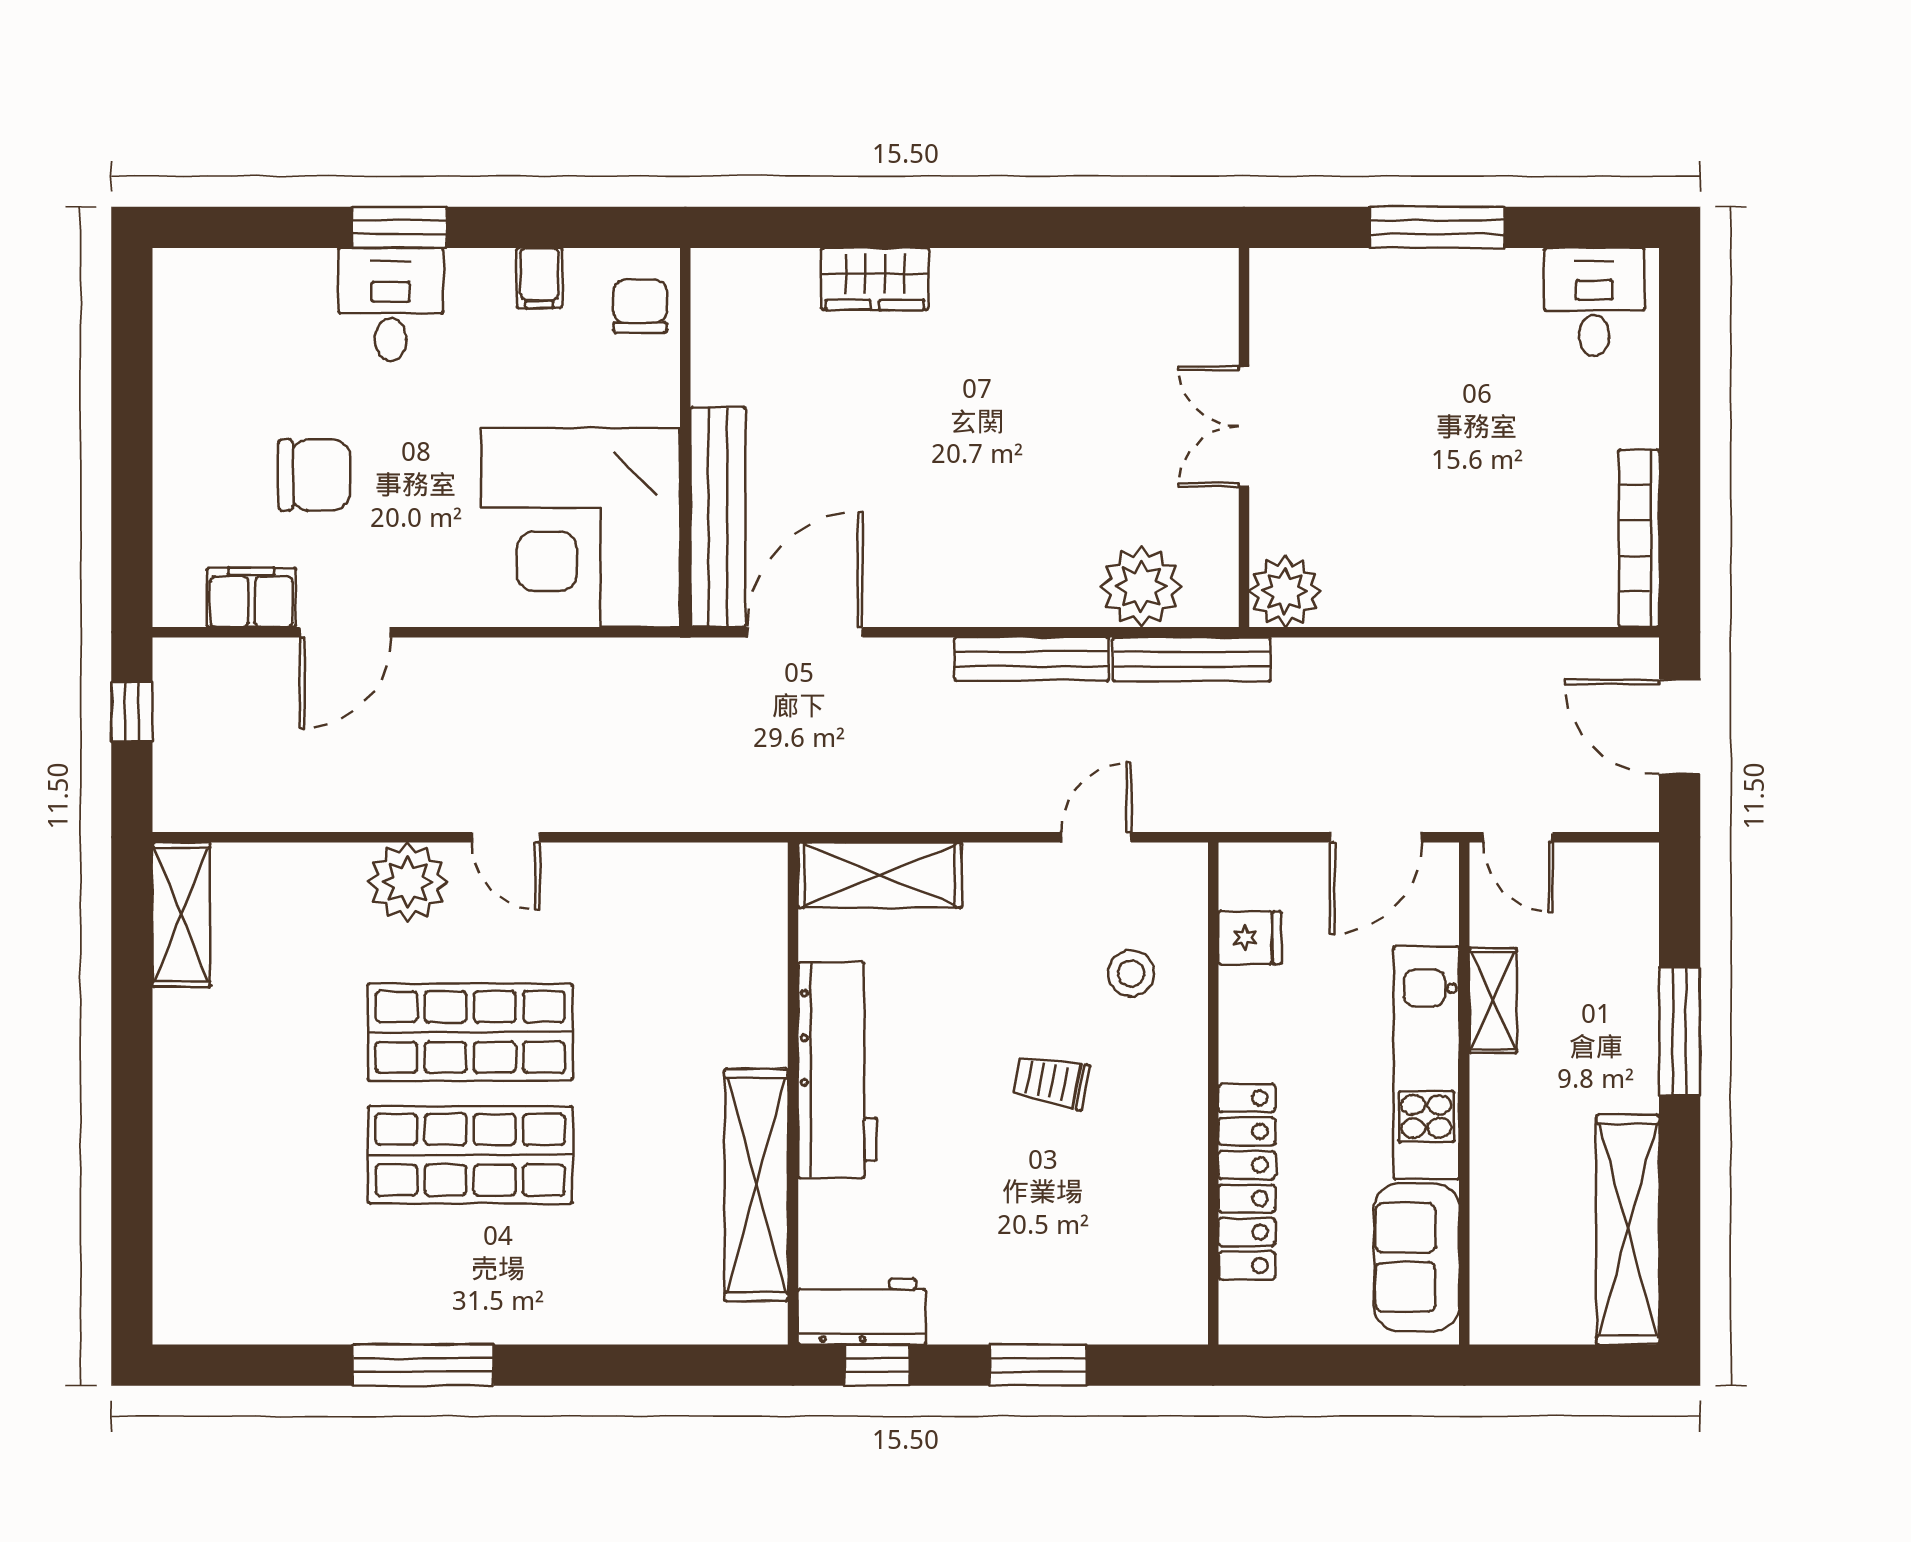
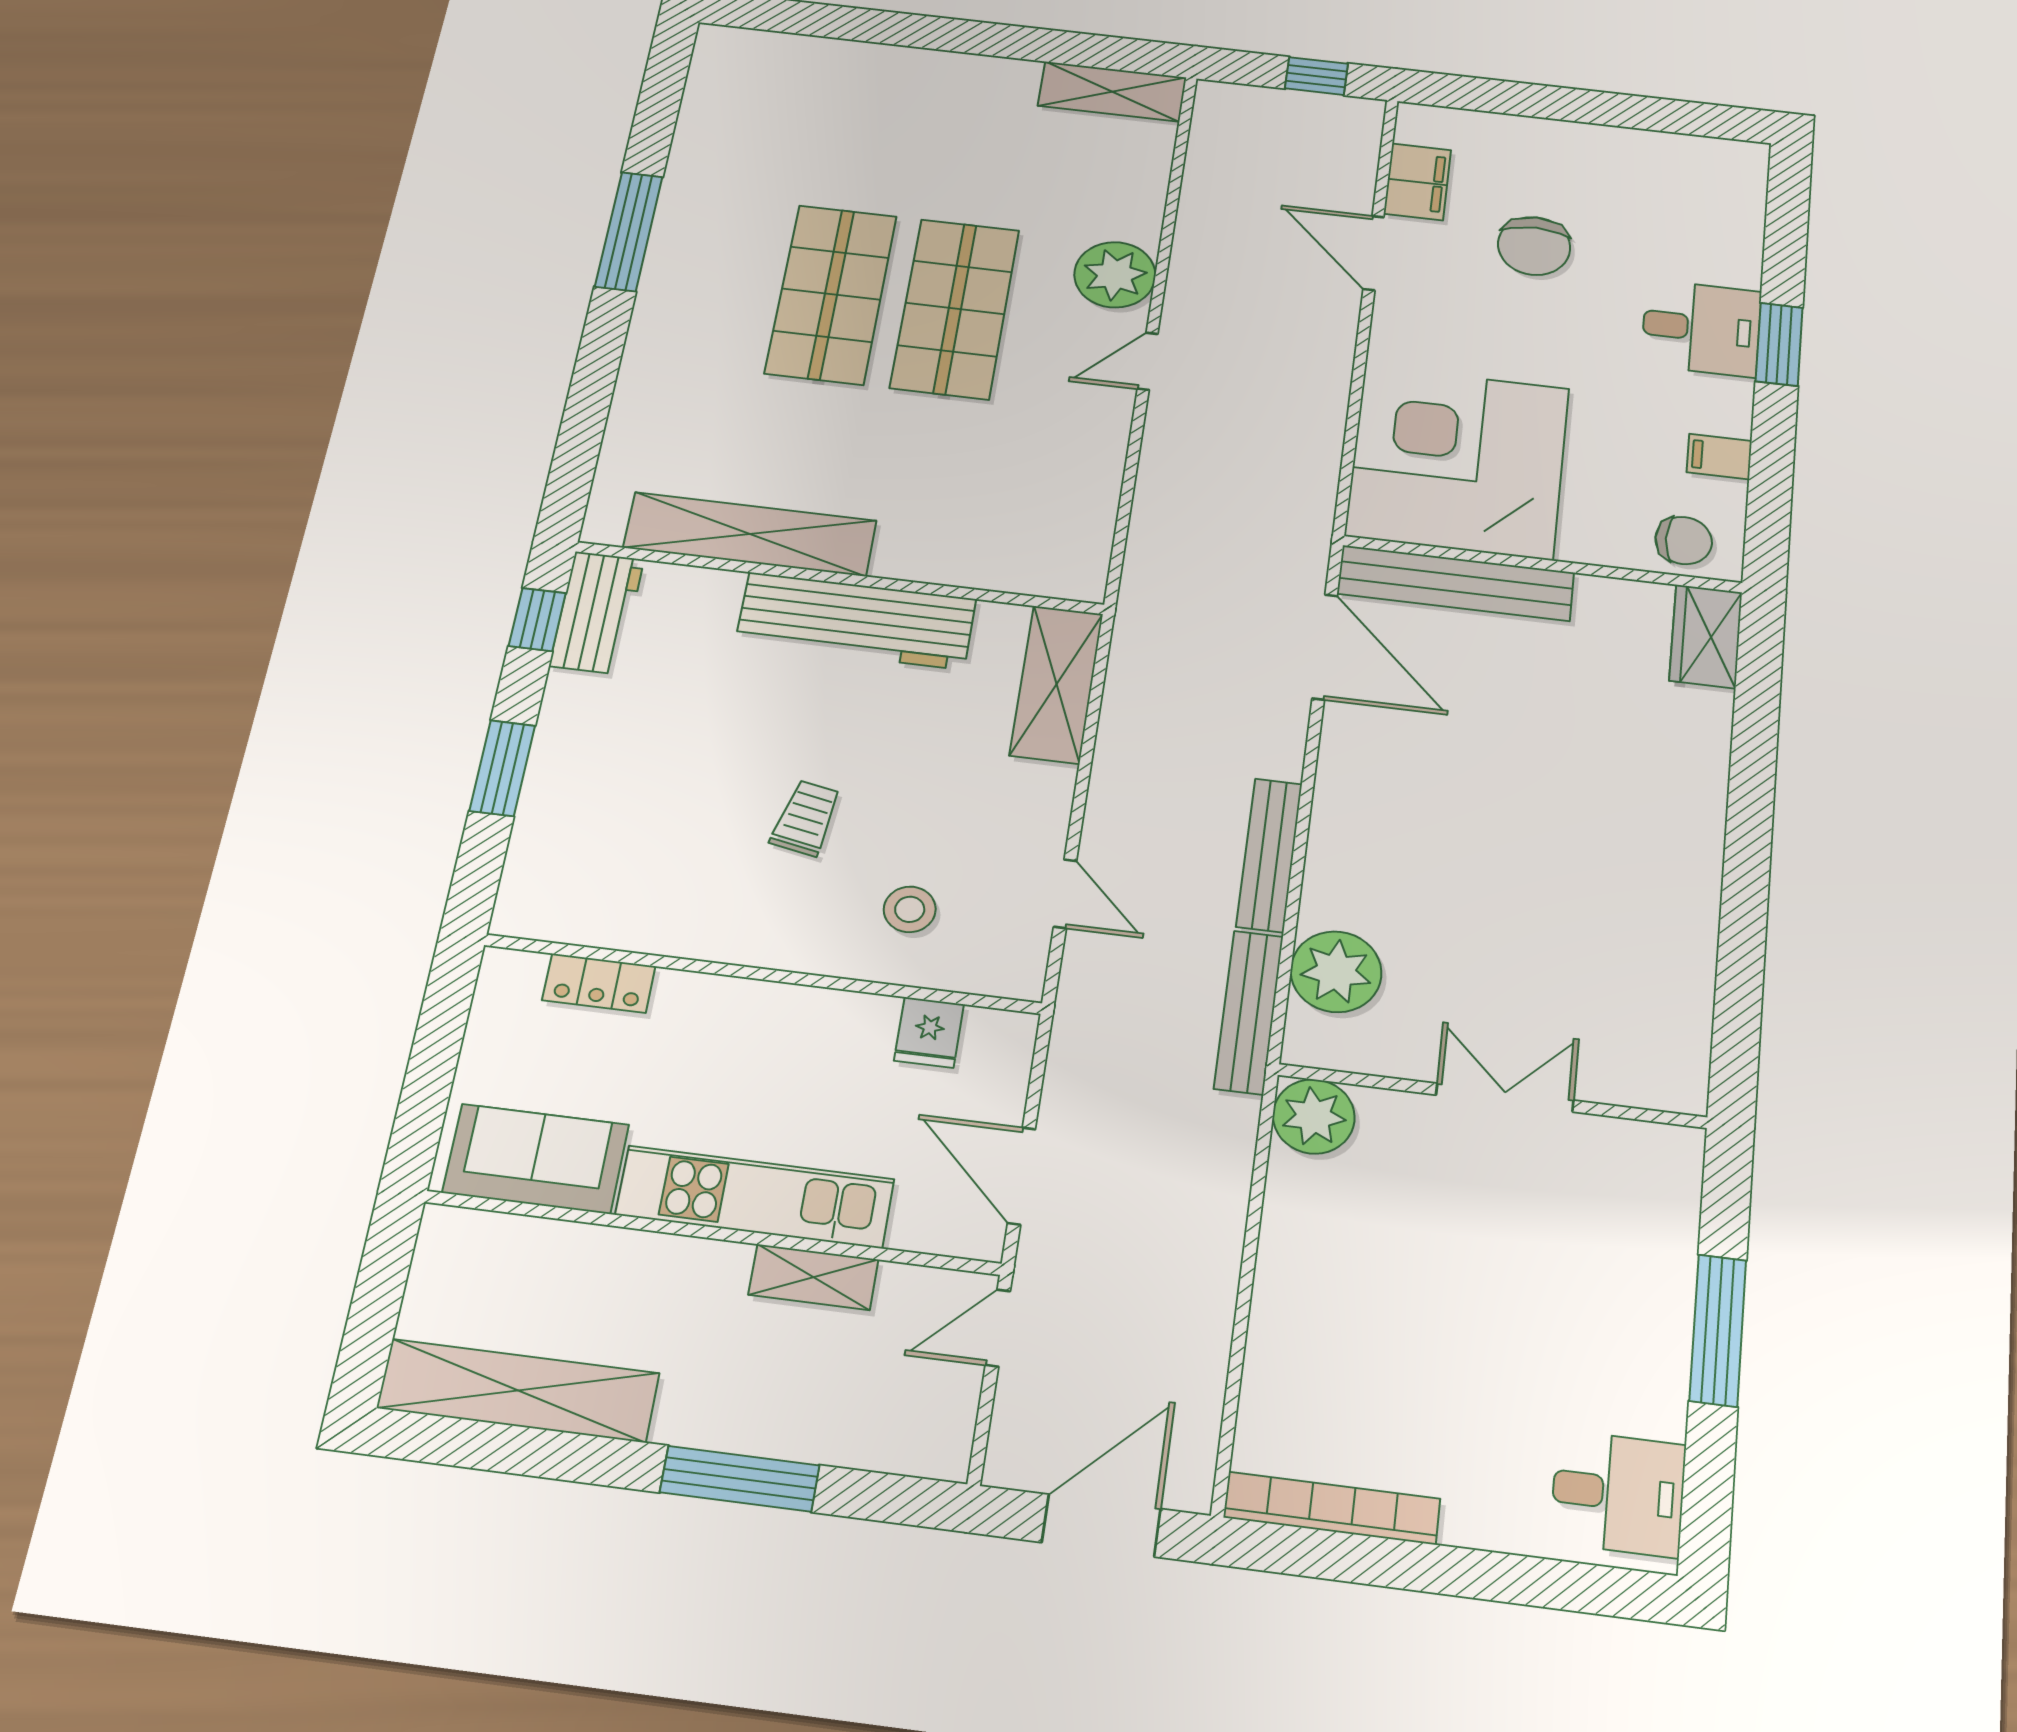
wardrobe: (875, 279) -> (1706, 636), moved
locker: (1247, 1182) -> (599, 983), width x0.46, depth x0.83

